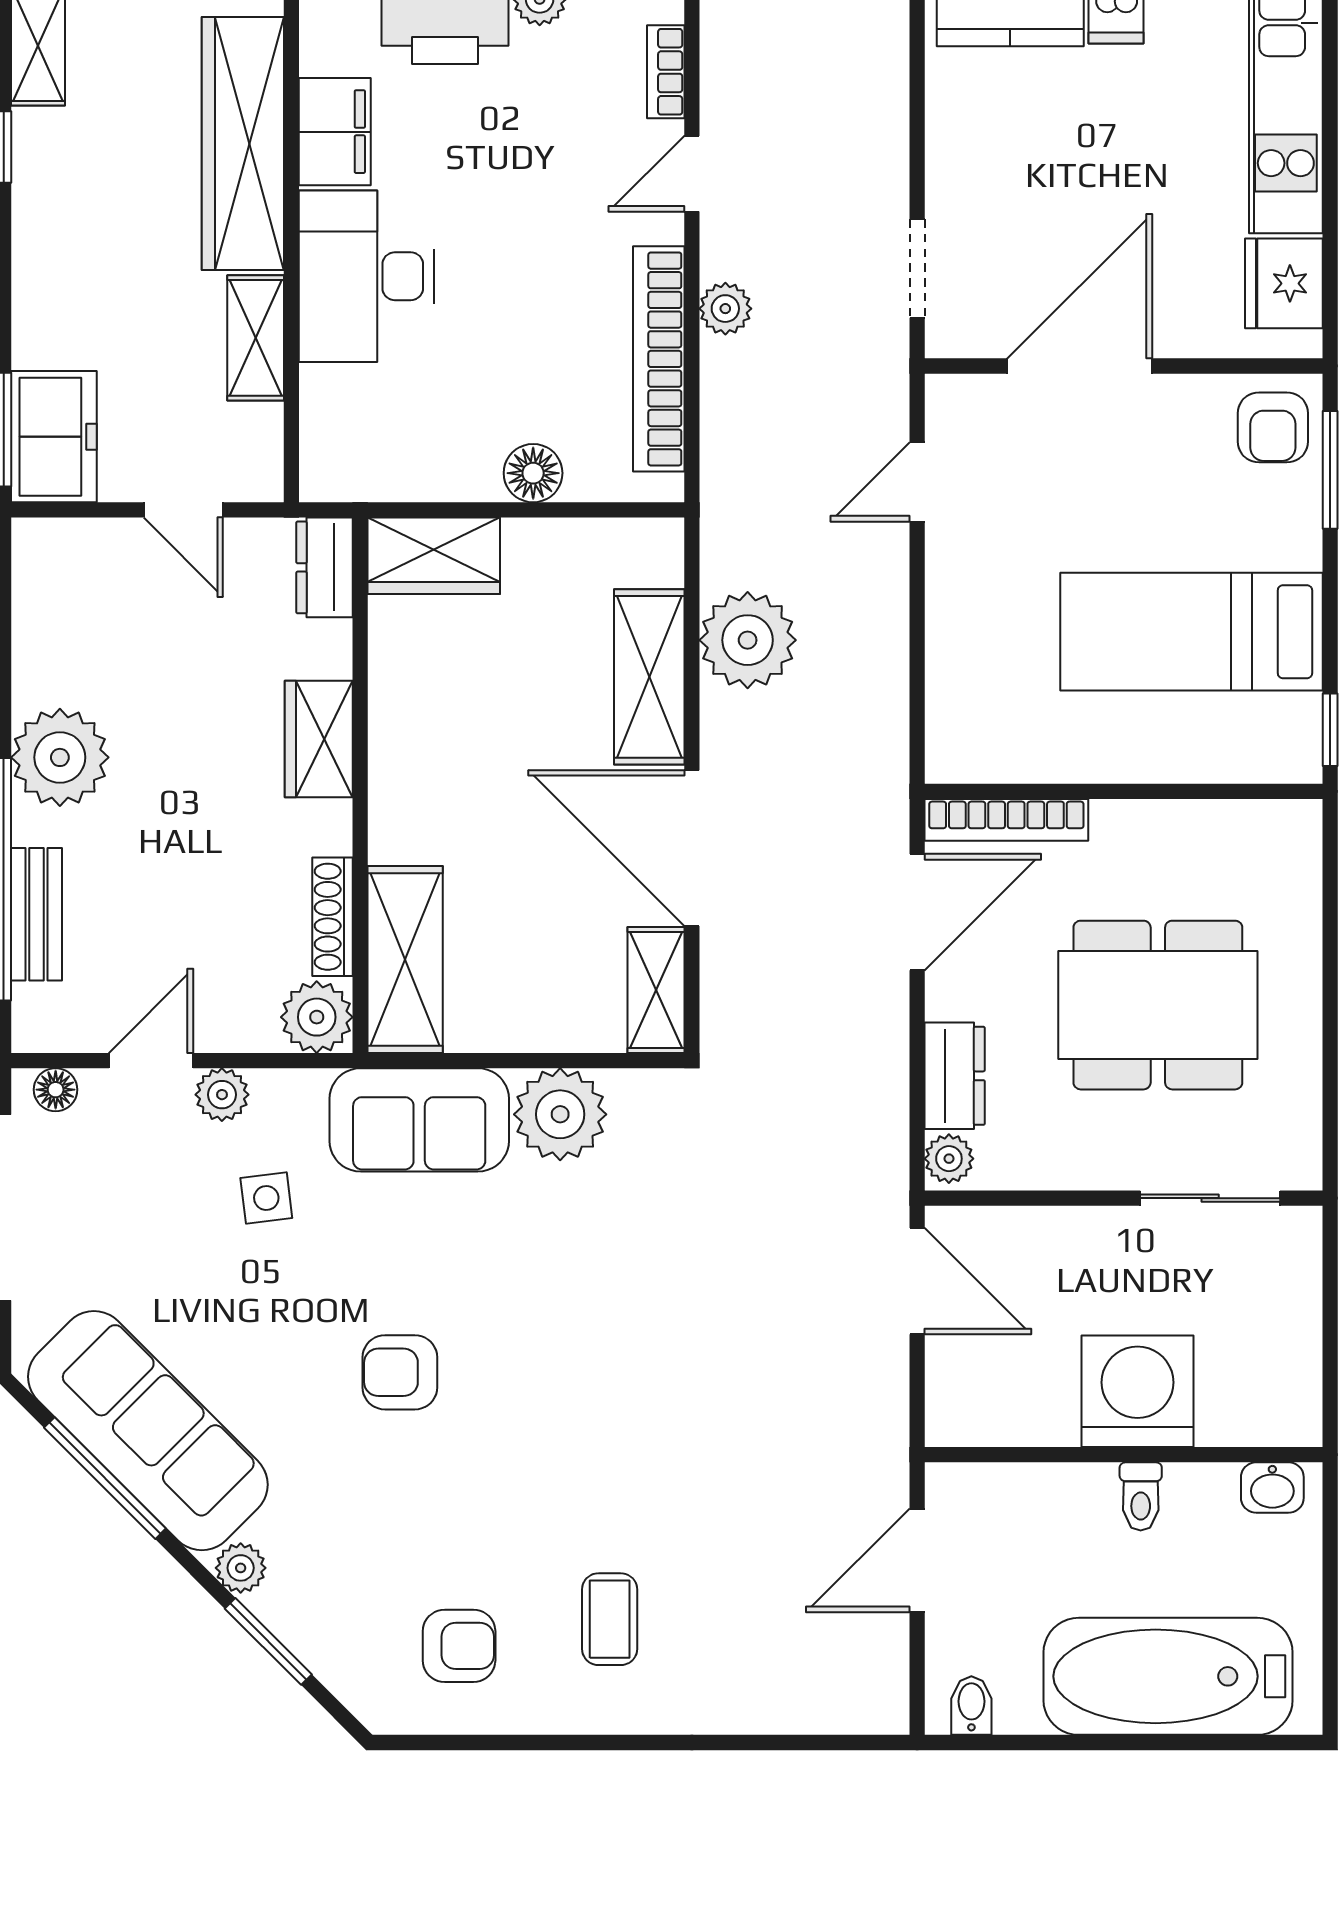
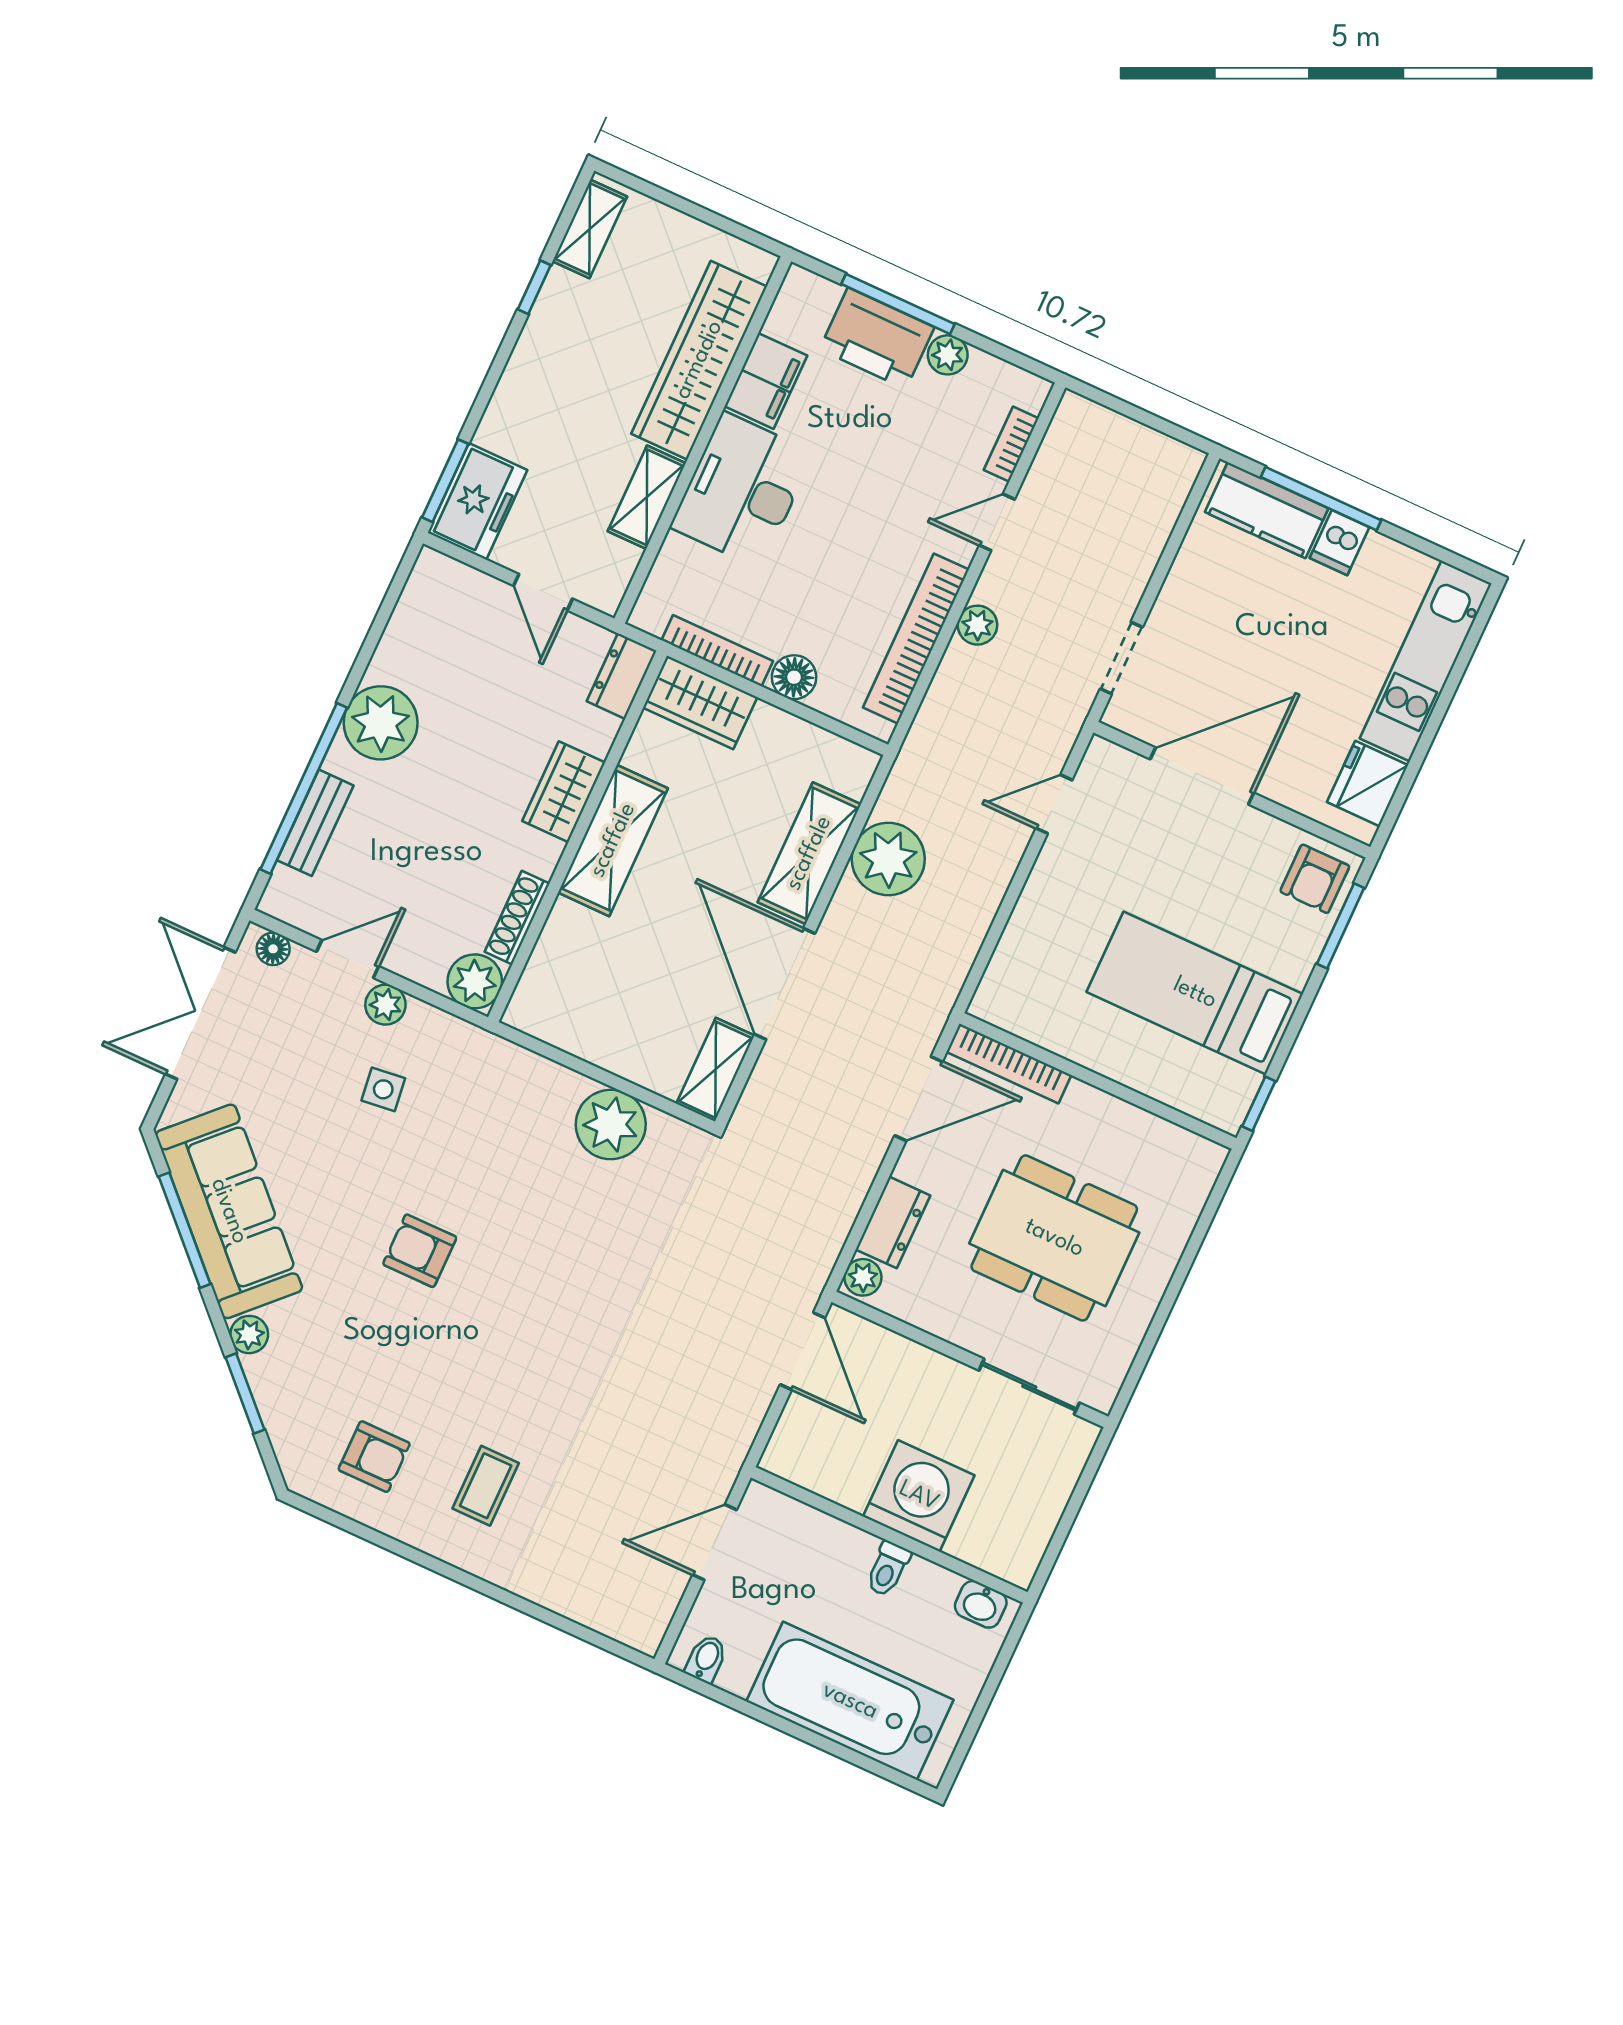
bookcase: (426, 484) -> (717, 651), added
shelving: (405, 959) -> (613, 840), moved
sofa: (419, 1120) -> (513, 1084), removed

